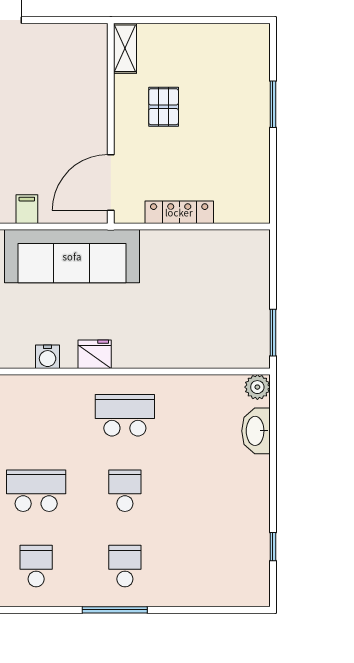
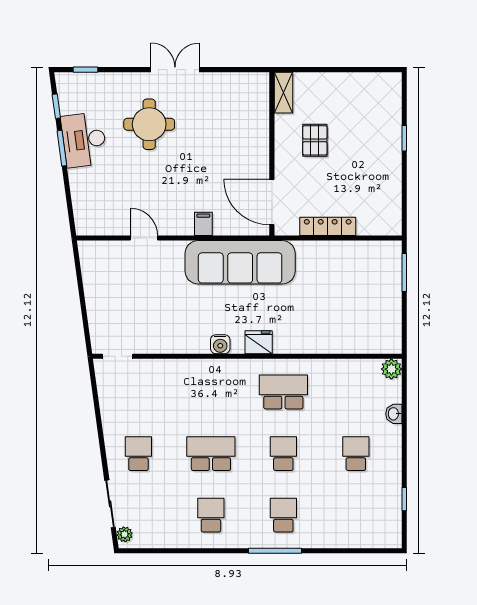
window: (273, 104) -> (404, 138), width x0.67
door: (111, 182) -> (272, 202), hinge flipped
window: (273, 333) -> (404, 273), moved
washbasin: (256, 431) -> (394, 414), width x0.52, depth x0.69
school desk: (214, 491) -> (356, 454), added

